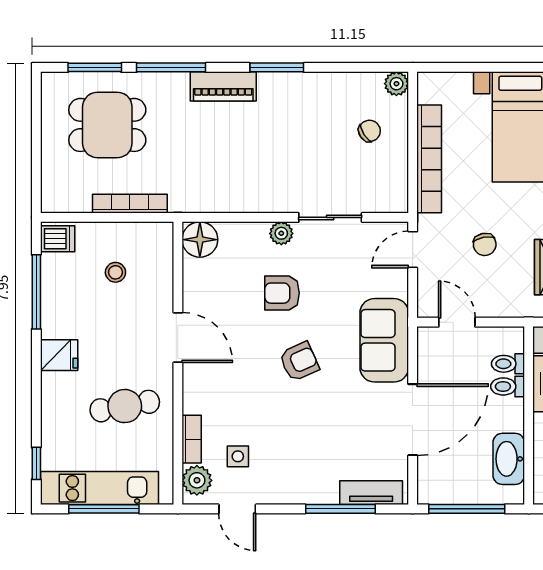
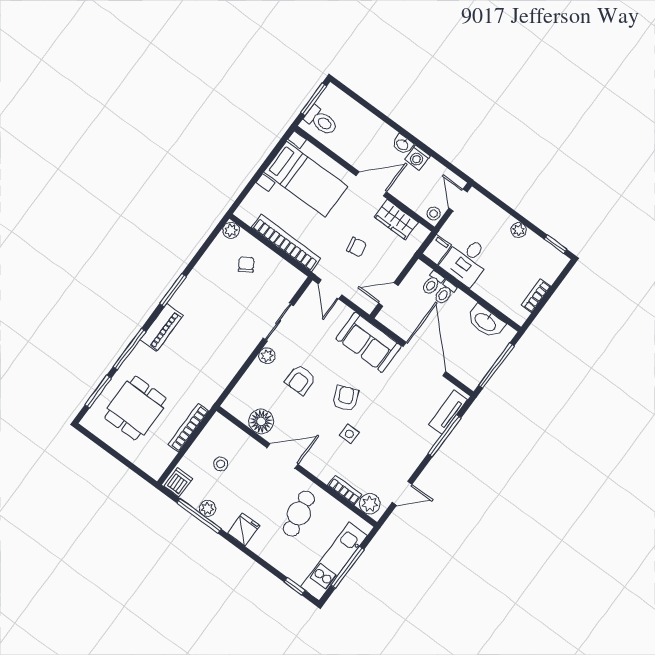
floor lamp: (200, 240) -> (261, 421), moved
plant: (52, 295) -> (207, 508), added
side table: (238, 456) -> (349, 434), moved

